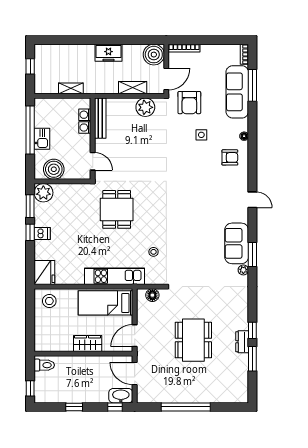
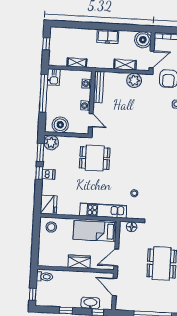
washing machine: (85, 128) -> (85, 106), moved
kitchen sink: (42, 139) -> (54, 77), moved
dining table: (117, 209) -> (95, 158), moved, turned 90
washbasin: (121, 396) -> (90, 303), moved

